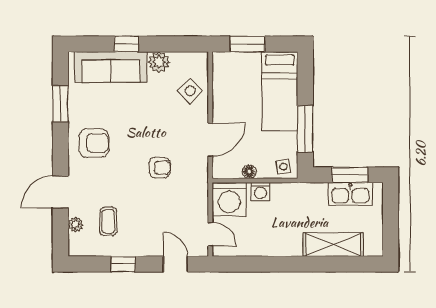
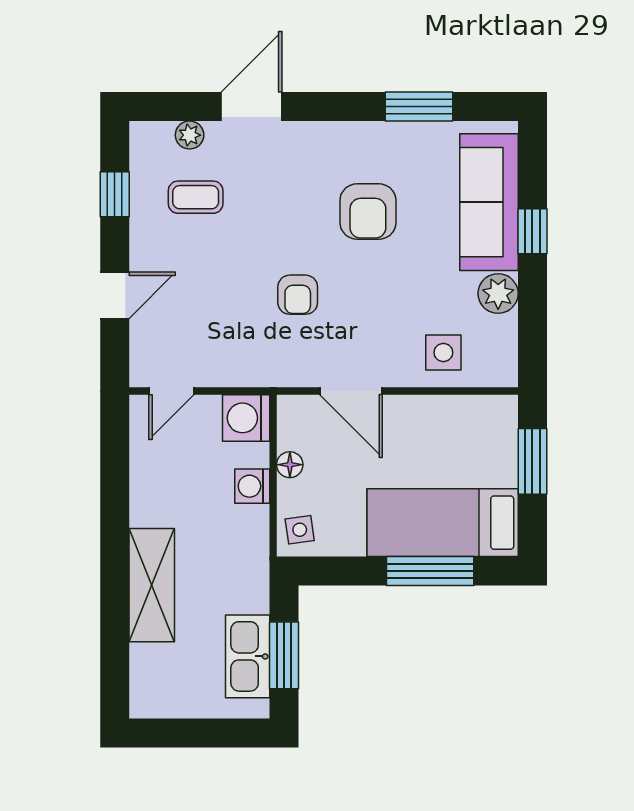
side table: (190, 91) -> (443, 352), turned 45
window: (305, 129) -> (430, 571), moved
armchair: (94, 143) -> (368, 212), moved
door: (60, 192) -> (252, 106), hinge flipped
washing machine: (229, 199) -> (246, 418), width x0.73, depth x0.73
shelving: (333, 244) -> (152, 585), moved
window: (123, 264) -> (115, 194), moved
door: (175, 264) -> (115, 295), moved

